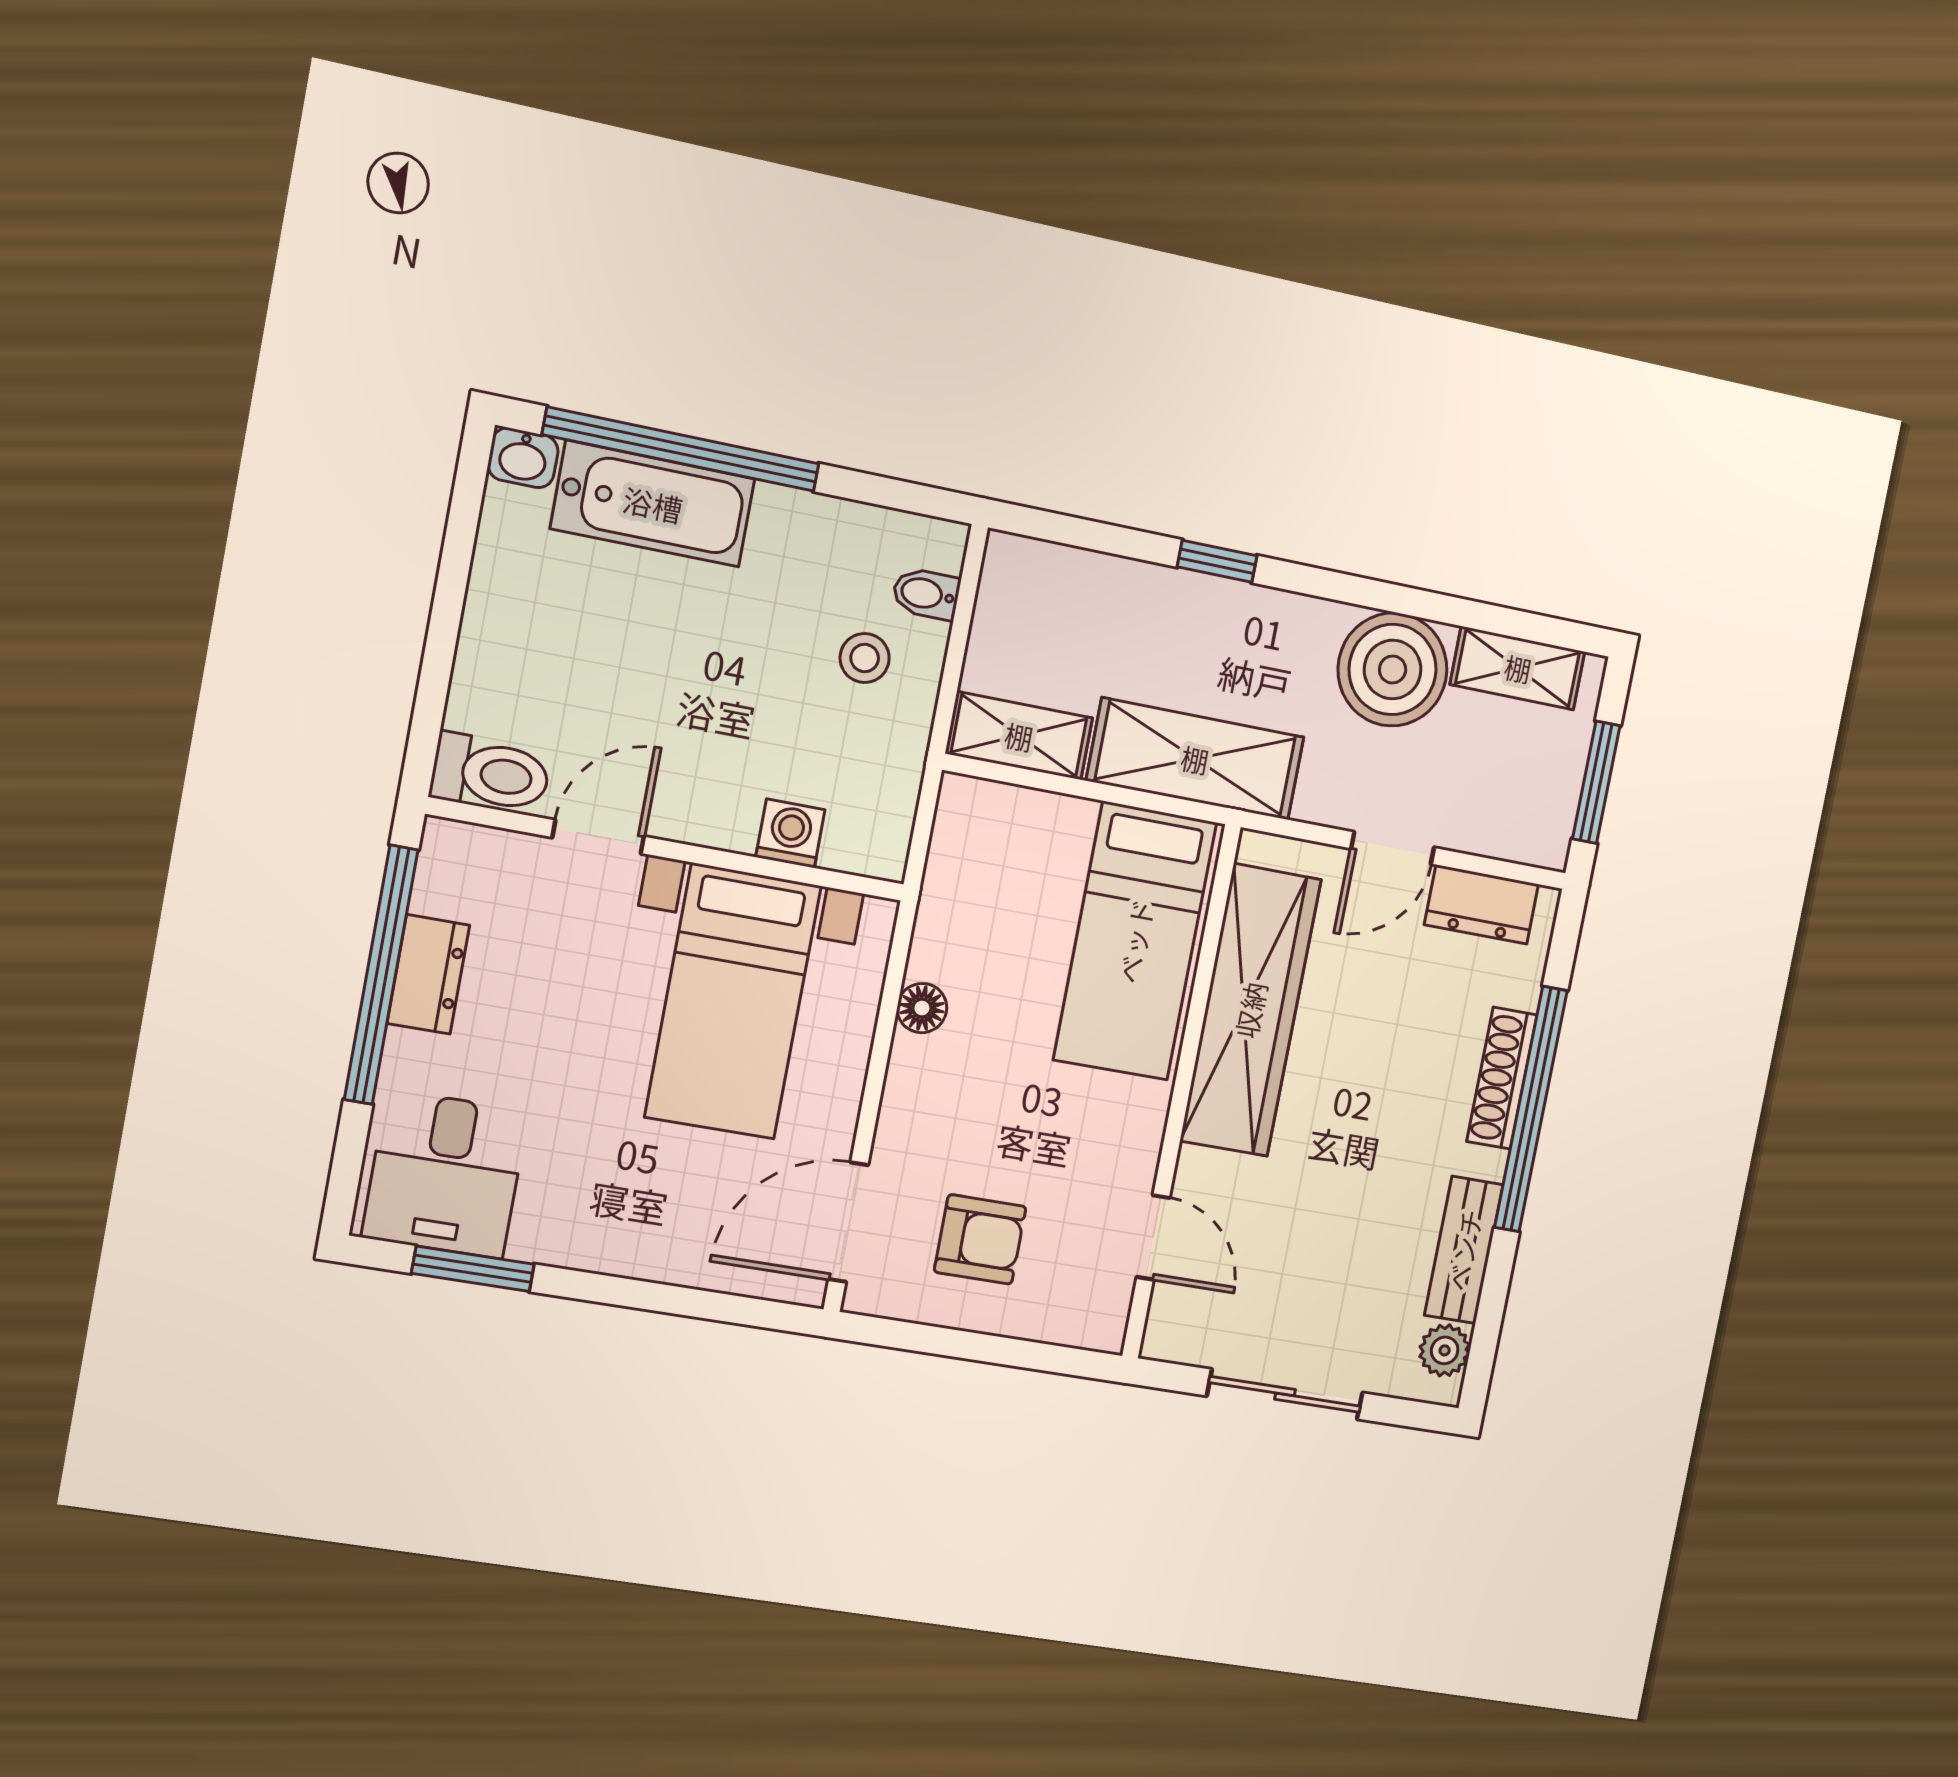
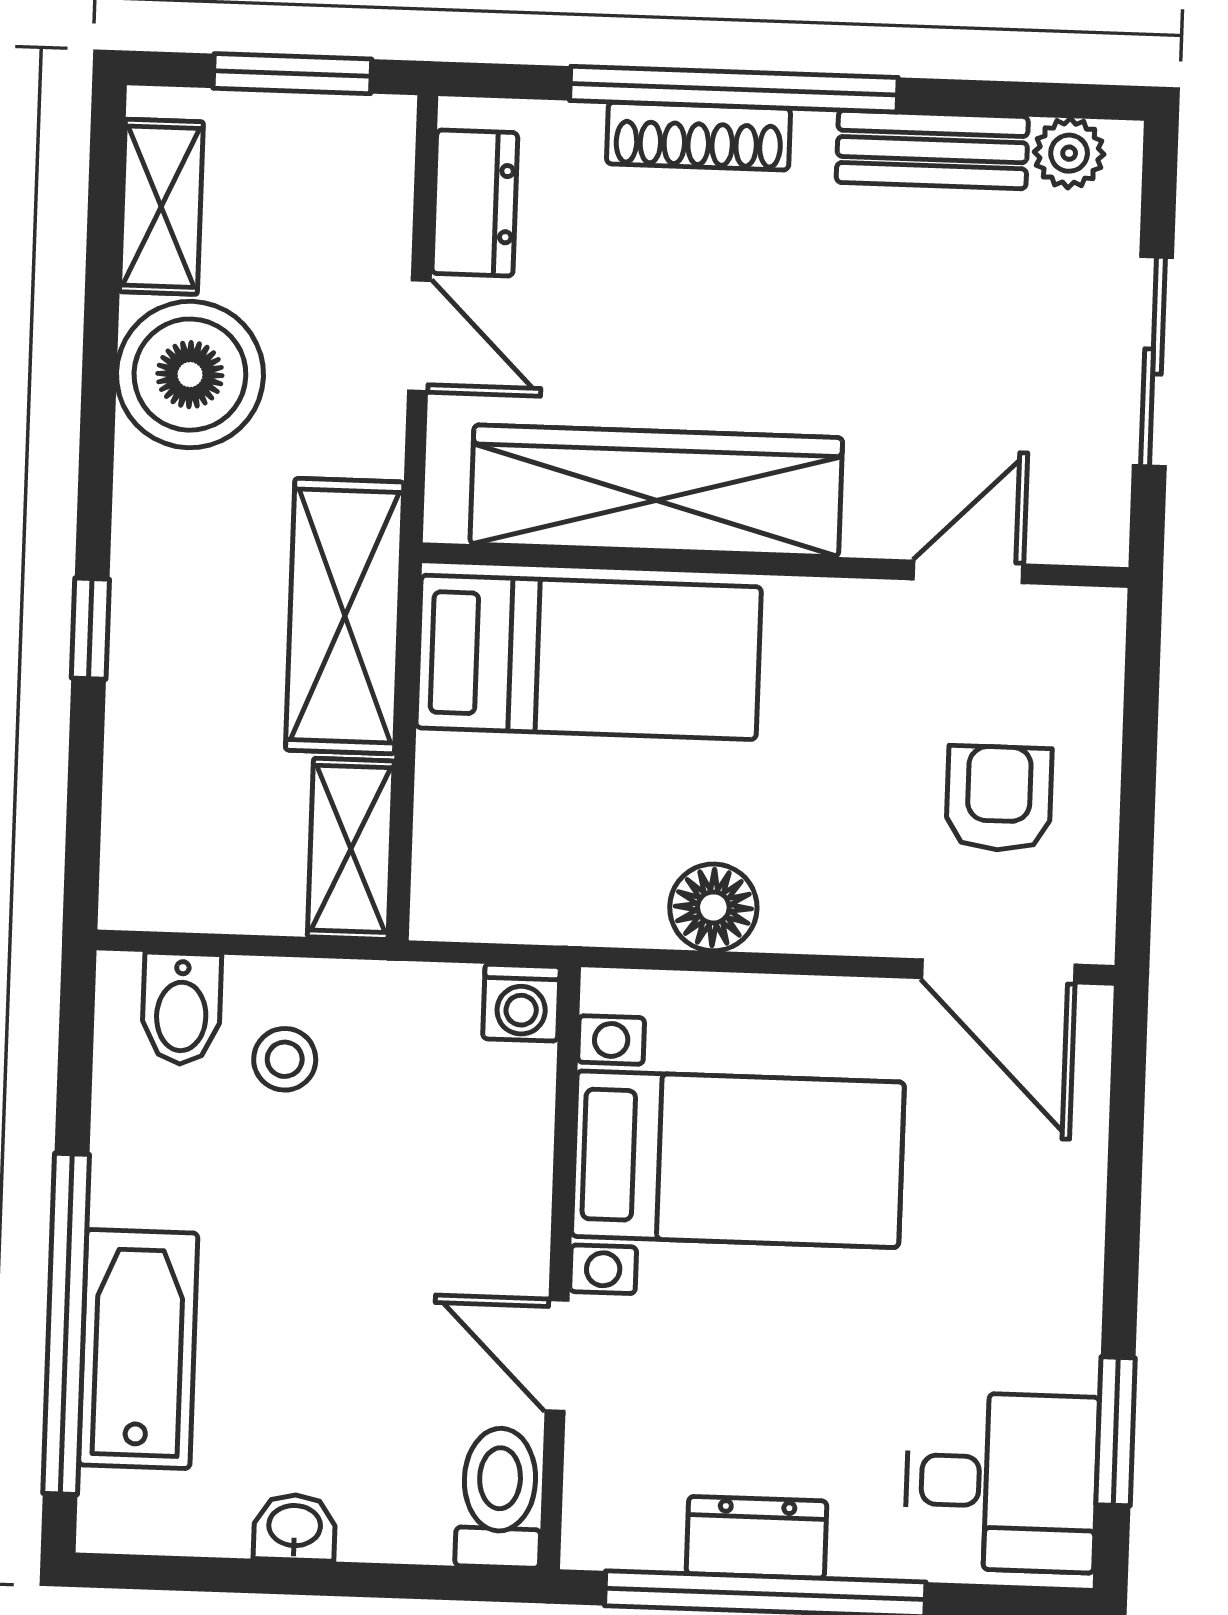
washbasin: (523, 458) -> (295, 1527), moved, turned -90
bidet: (926, 594) -> (181, 1009), width x1.38, depth x1.36
washing machine: (790, 833) -> (521, 1003), moved, turned -90
floor lamp: (922, 1008) -> (713, 907), width x1.37, depth x1.37

